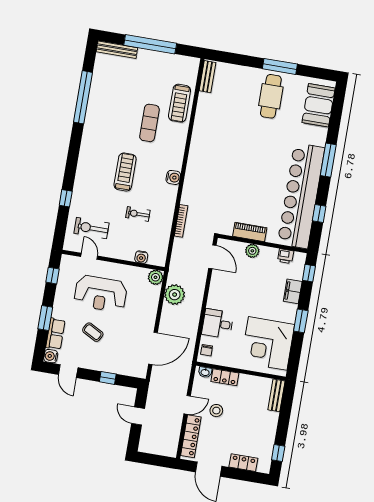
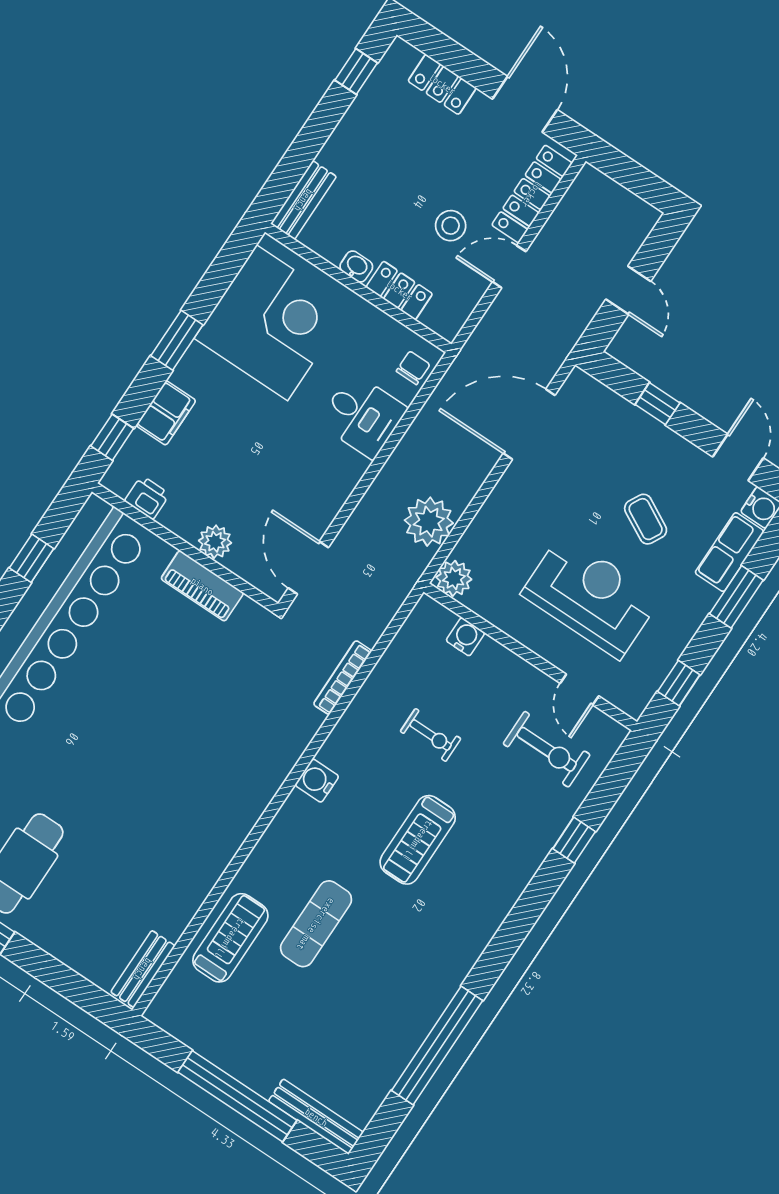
washbasin: (205, 372) -> (356, 267), moved

